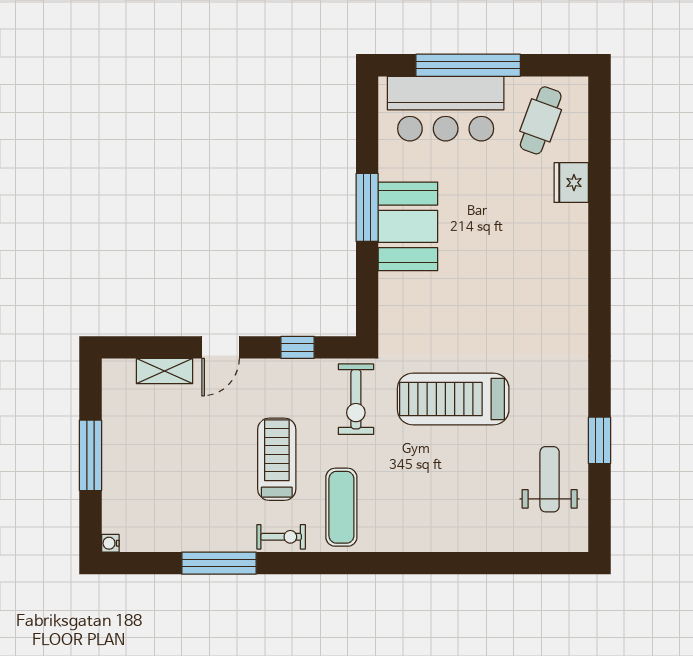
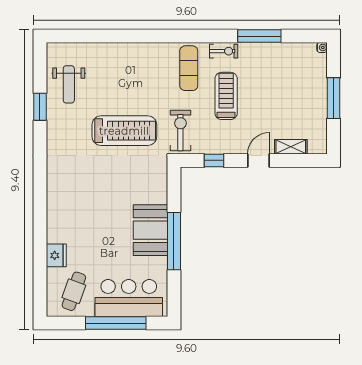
window: (367, 207) -> (174, 241), width x1.46
treadmill: (277, 459) -> (226, 96), turned 180
exercise bike: (281, 537) -> (224, 51), turned 180

